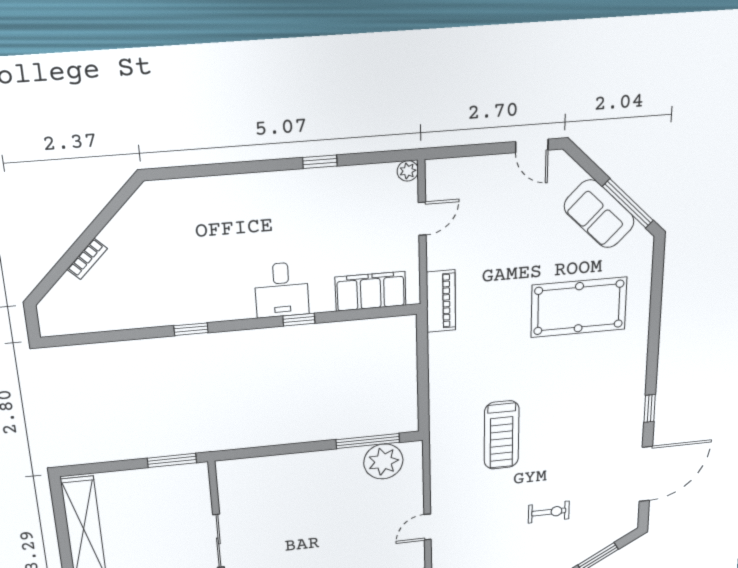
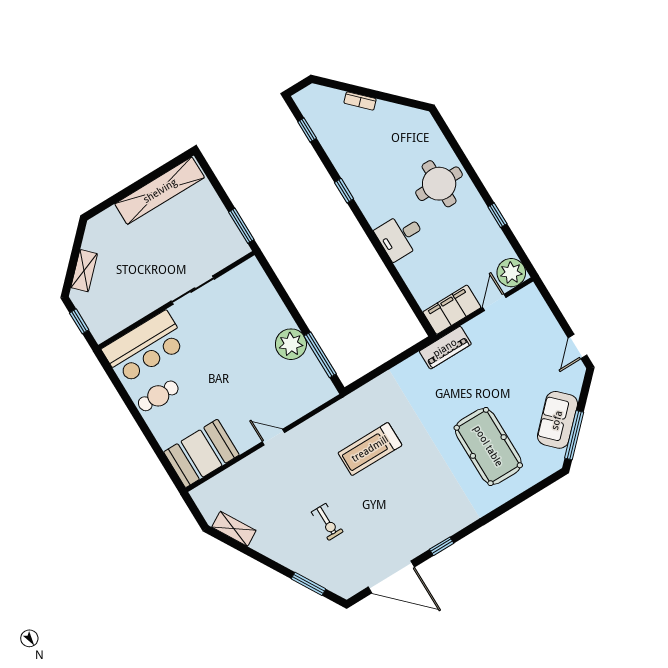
plant: (408, 171) -> (511, 273), width x1.87, depth x1.87
round table: (242, 214) -> (439, 184), added
door: (422, 219) -> (494, 302), swing flipped
filing cabinet: (371, 291) -> (452, 310), moved, turned -90
window: (299, 320) -> (307, 130), moved
plant: (383, 461) -> (291, 344), moved

